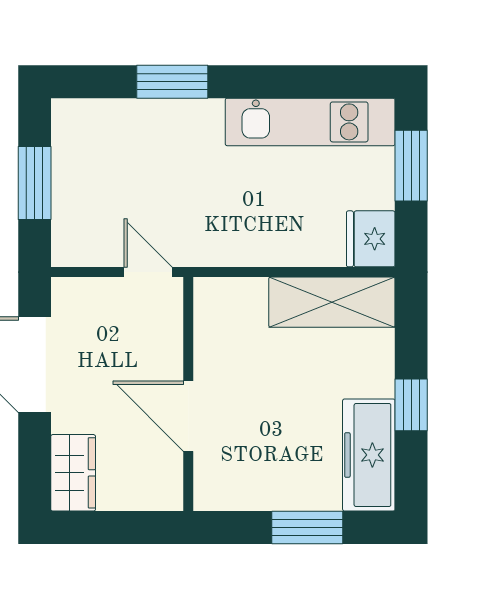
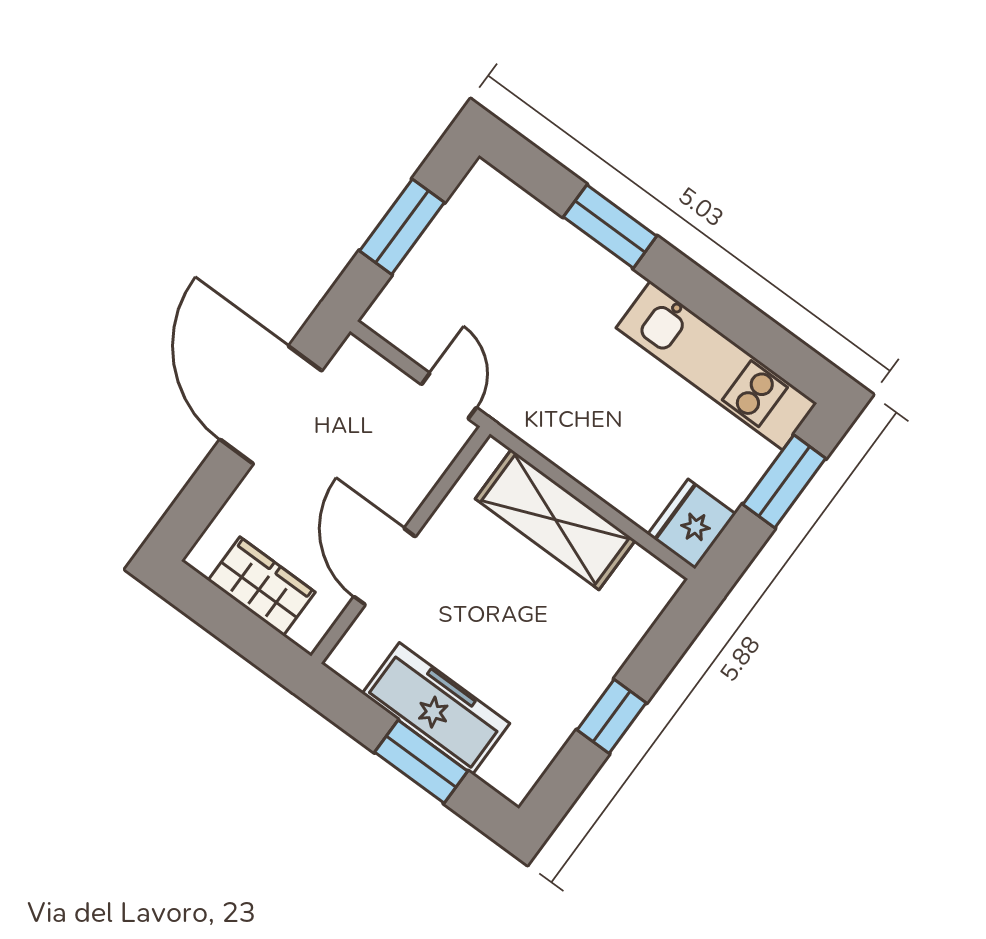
shelving: (332, 302) -> (555, 520), moved
freezer: (369, 455) -> (436, 709), moved, turned 90
wardrobe: (73, 473) -> (262, 586), moved, turned -90

